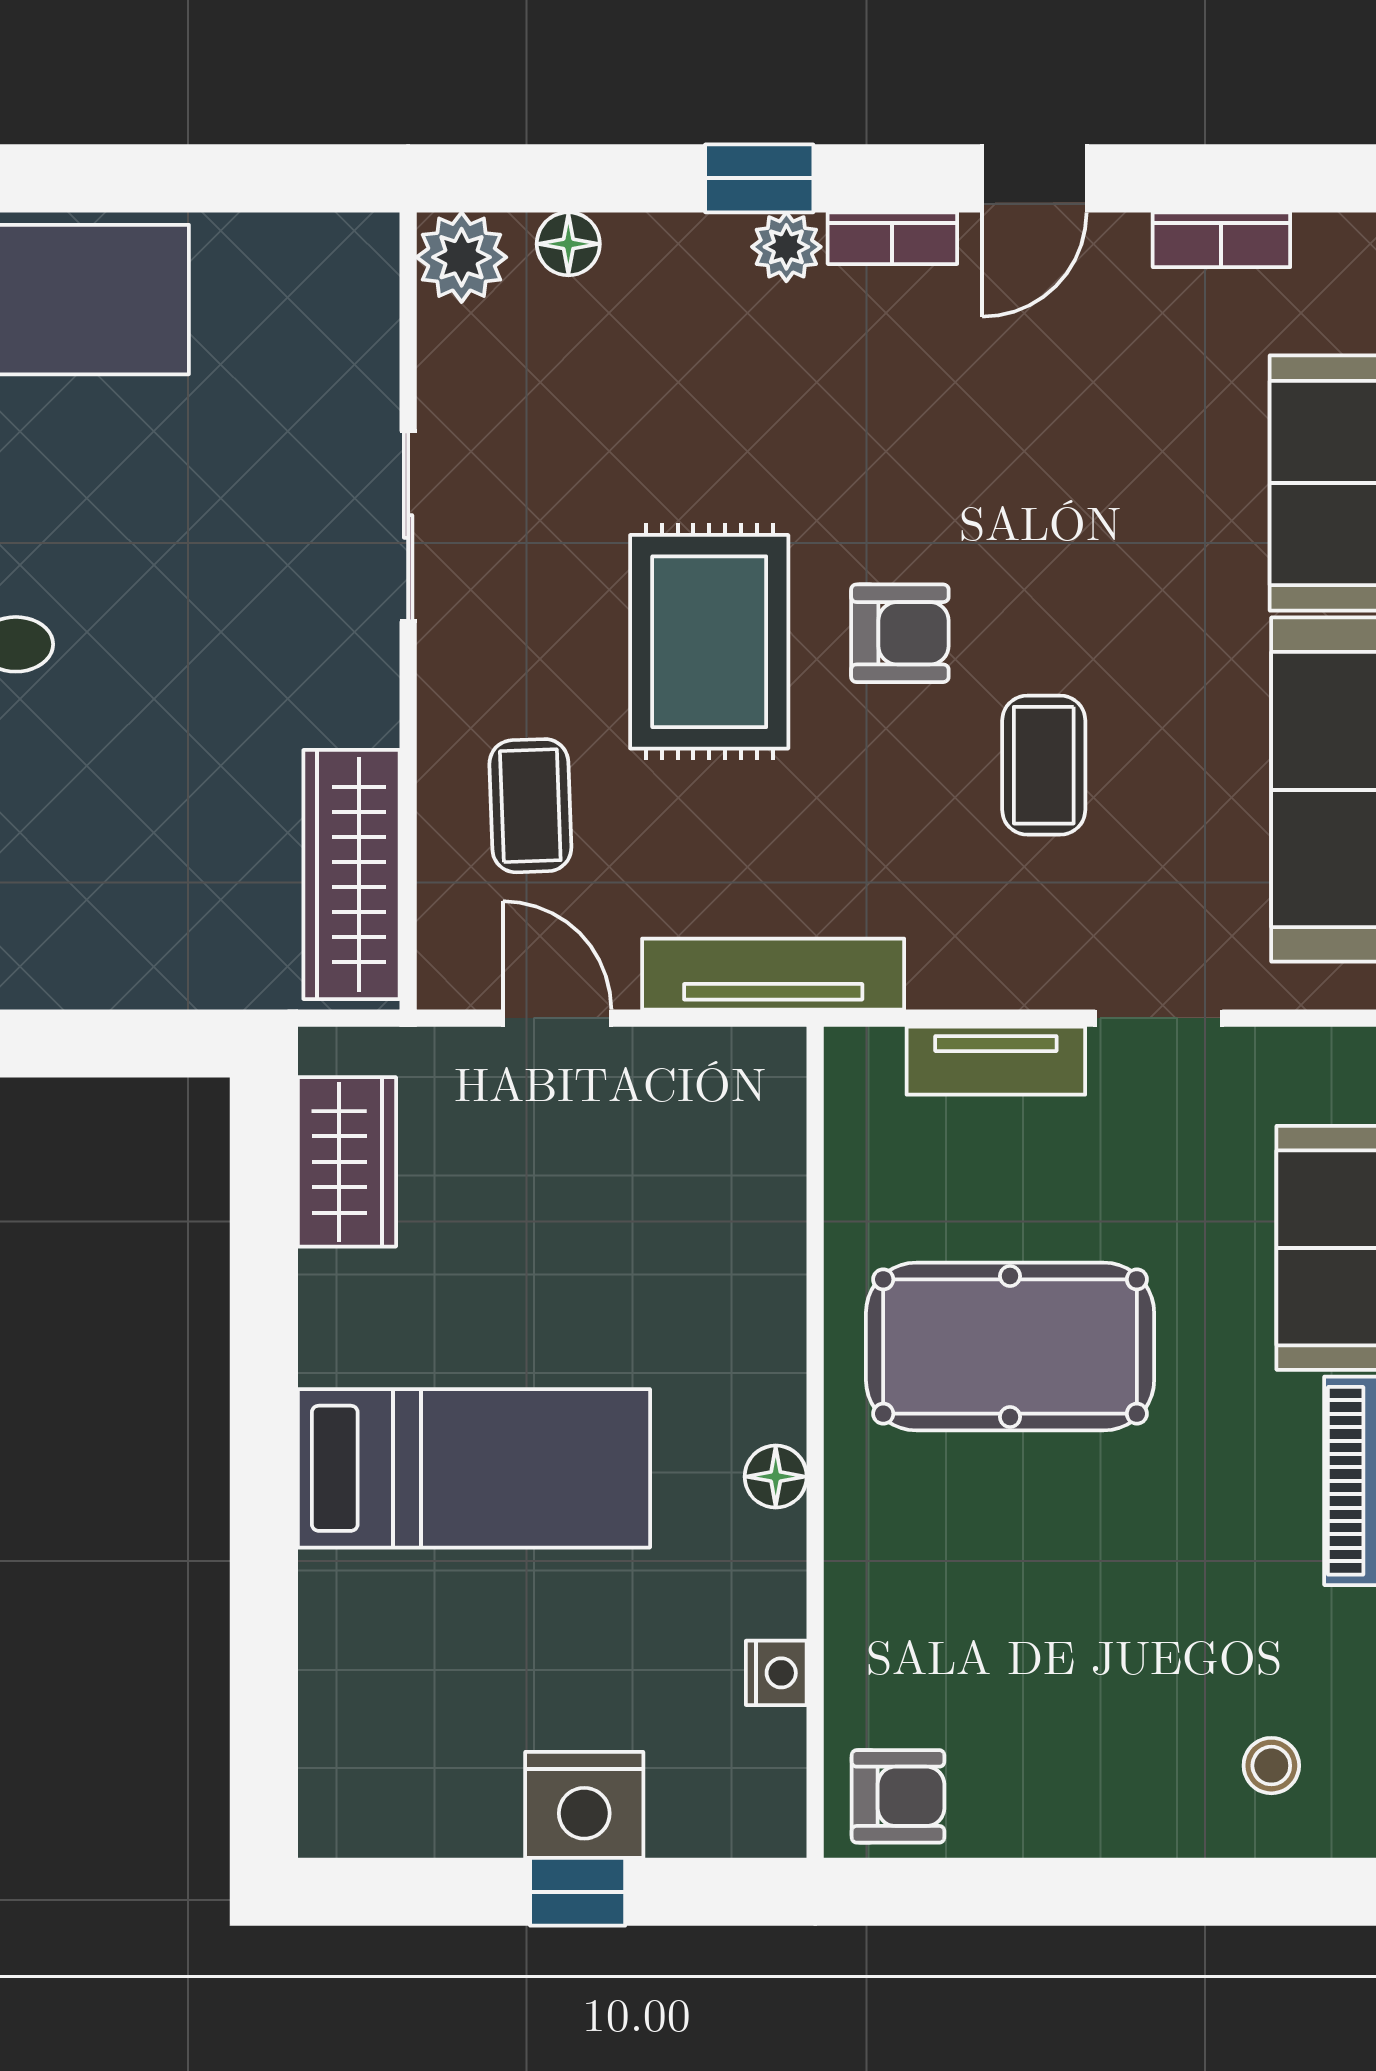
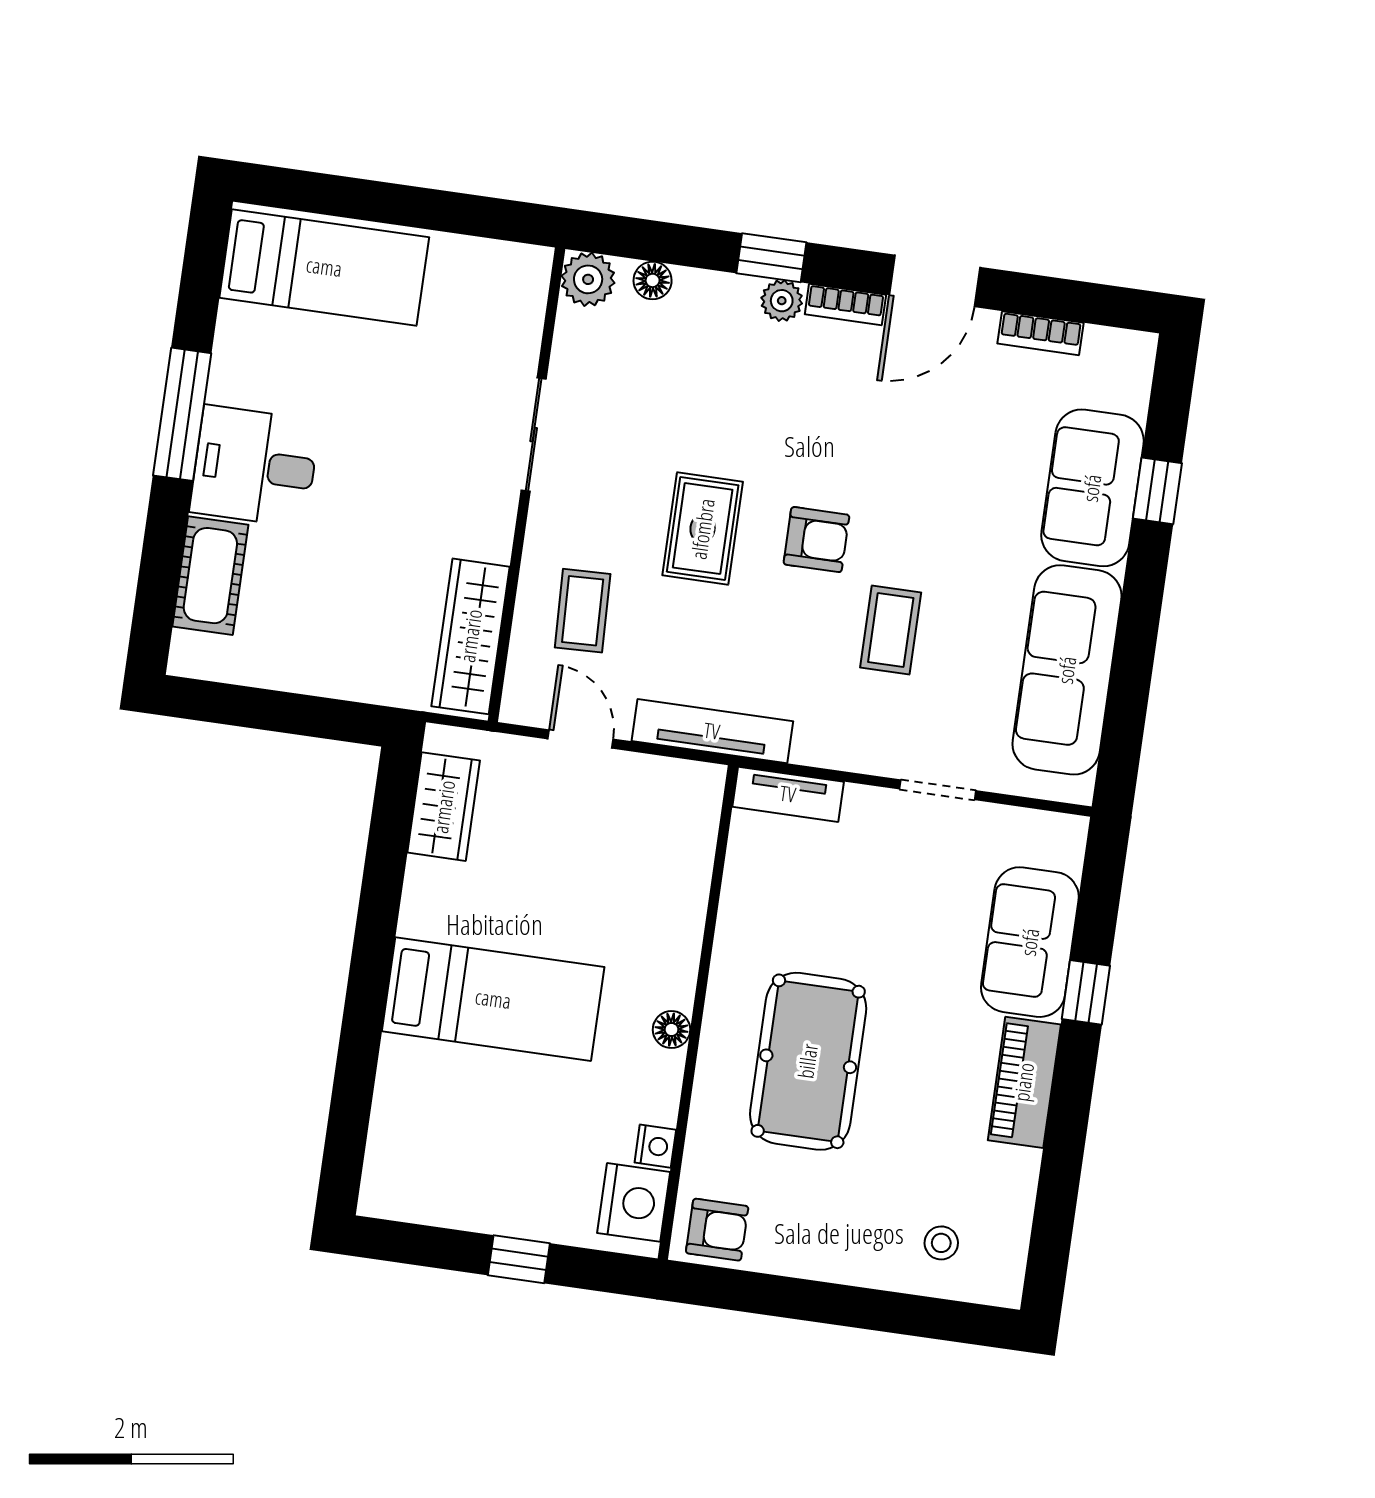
door: (1034, 178) -> (935, 281), width x1.38
rug: (709, 642) -> (703, 529), width x0.73, depth x0.70
tv unit: (996, 1061) -> (788, 794), moved
pool table: (1010, 1347) -> (808, 1061), moved, turned 90
nightstand: (584, 1805) -> (634, 1202), moved, turned -90

